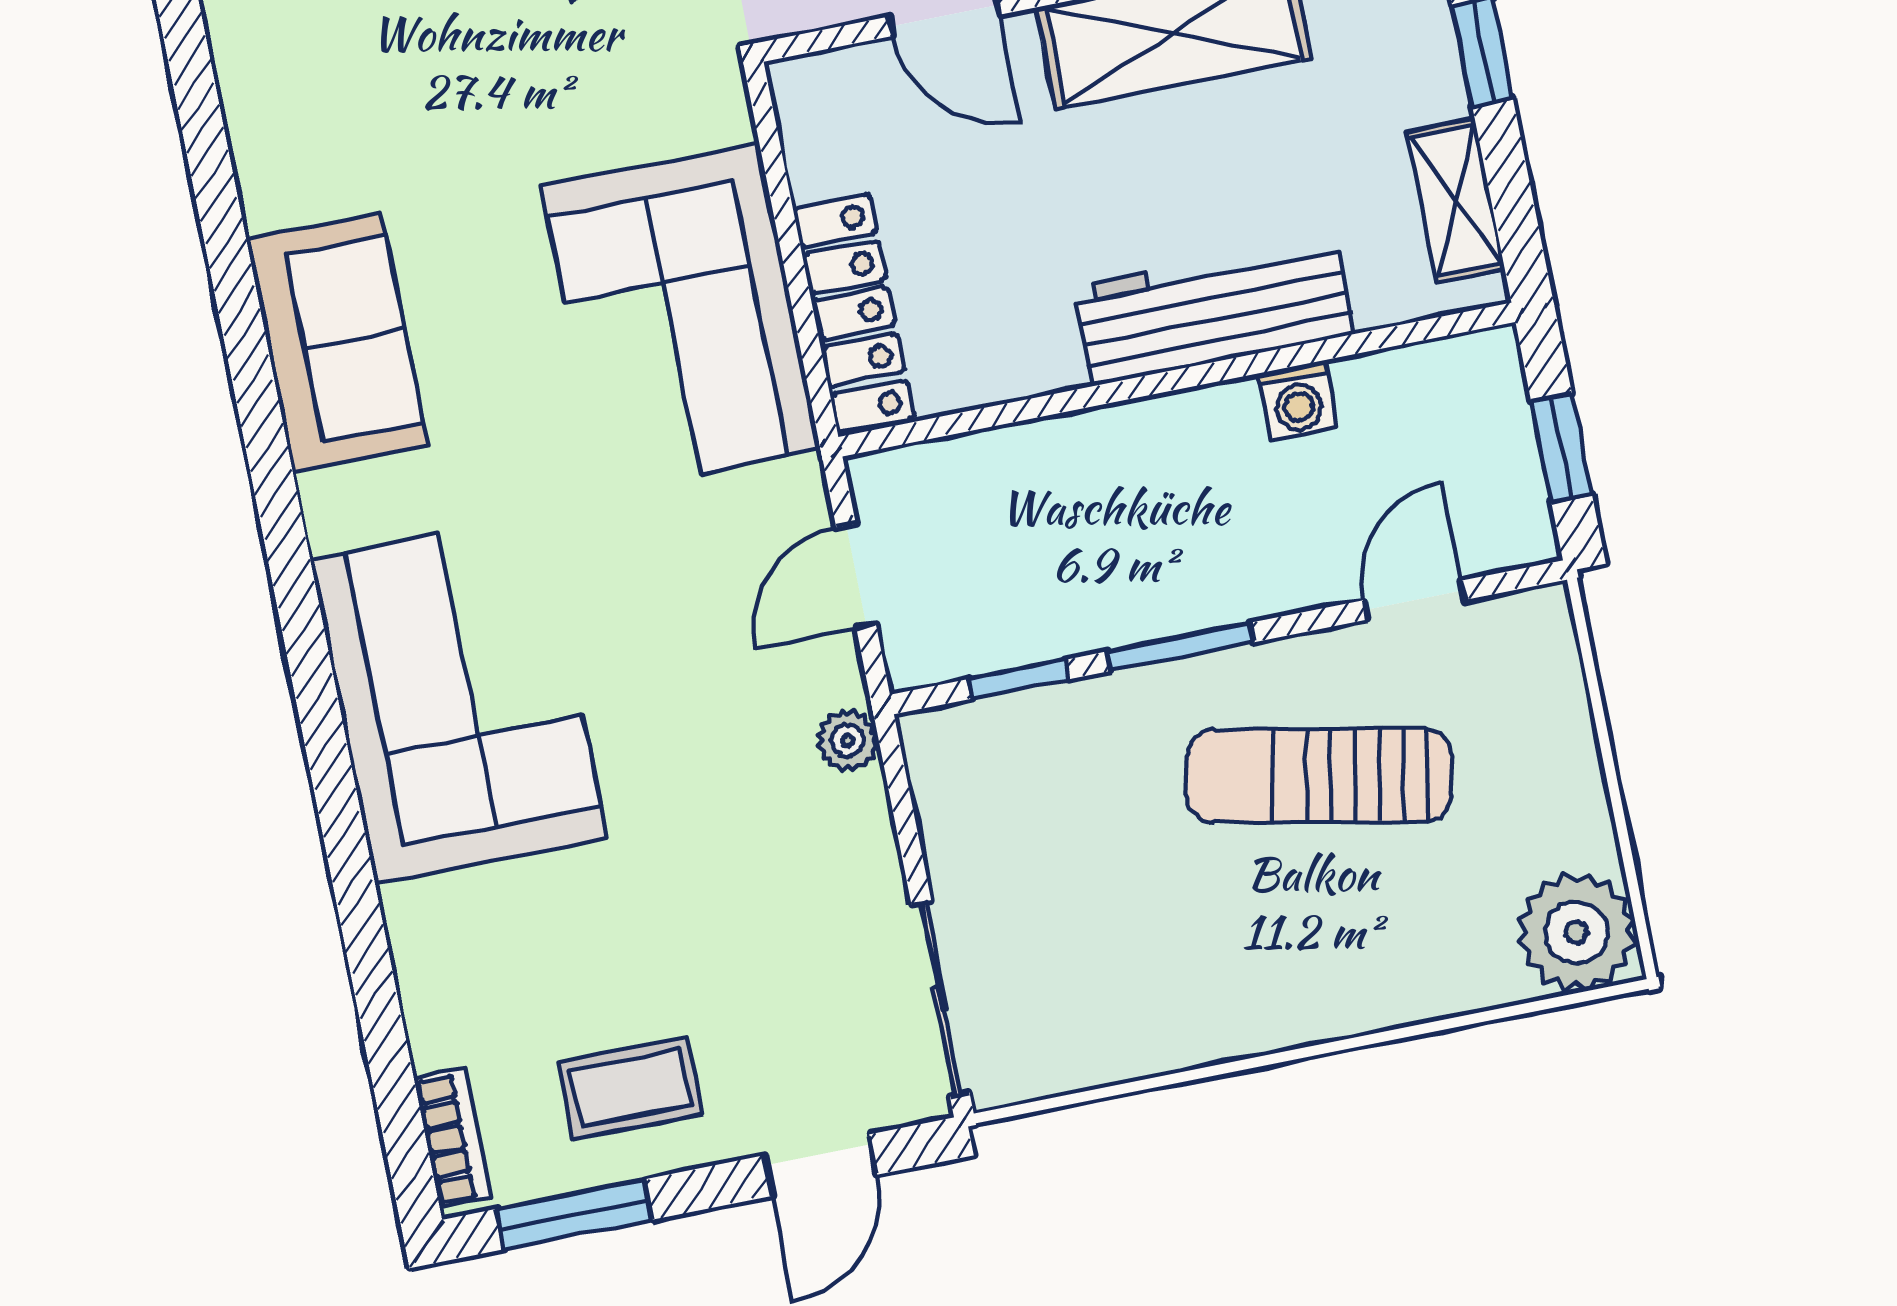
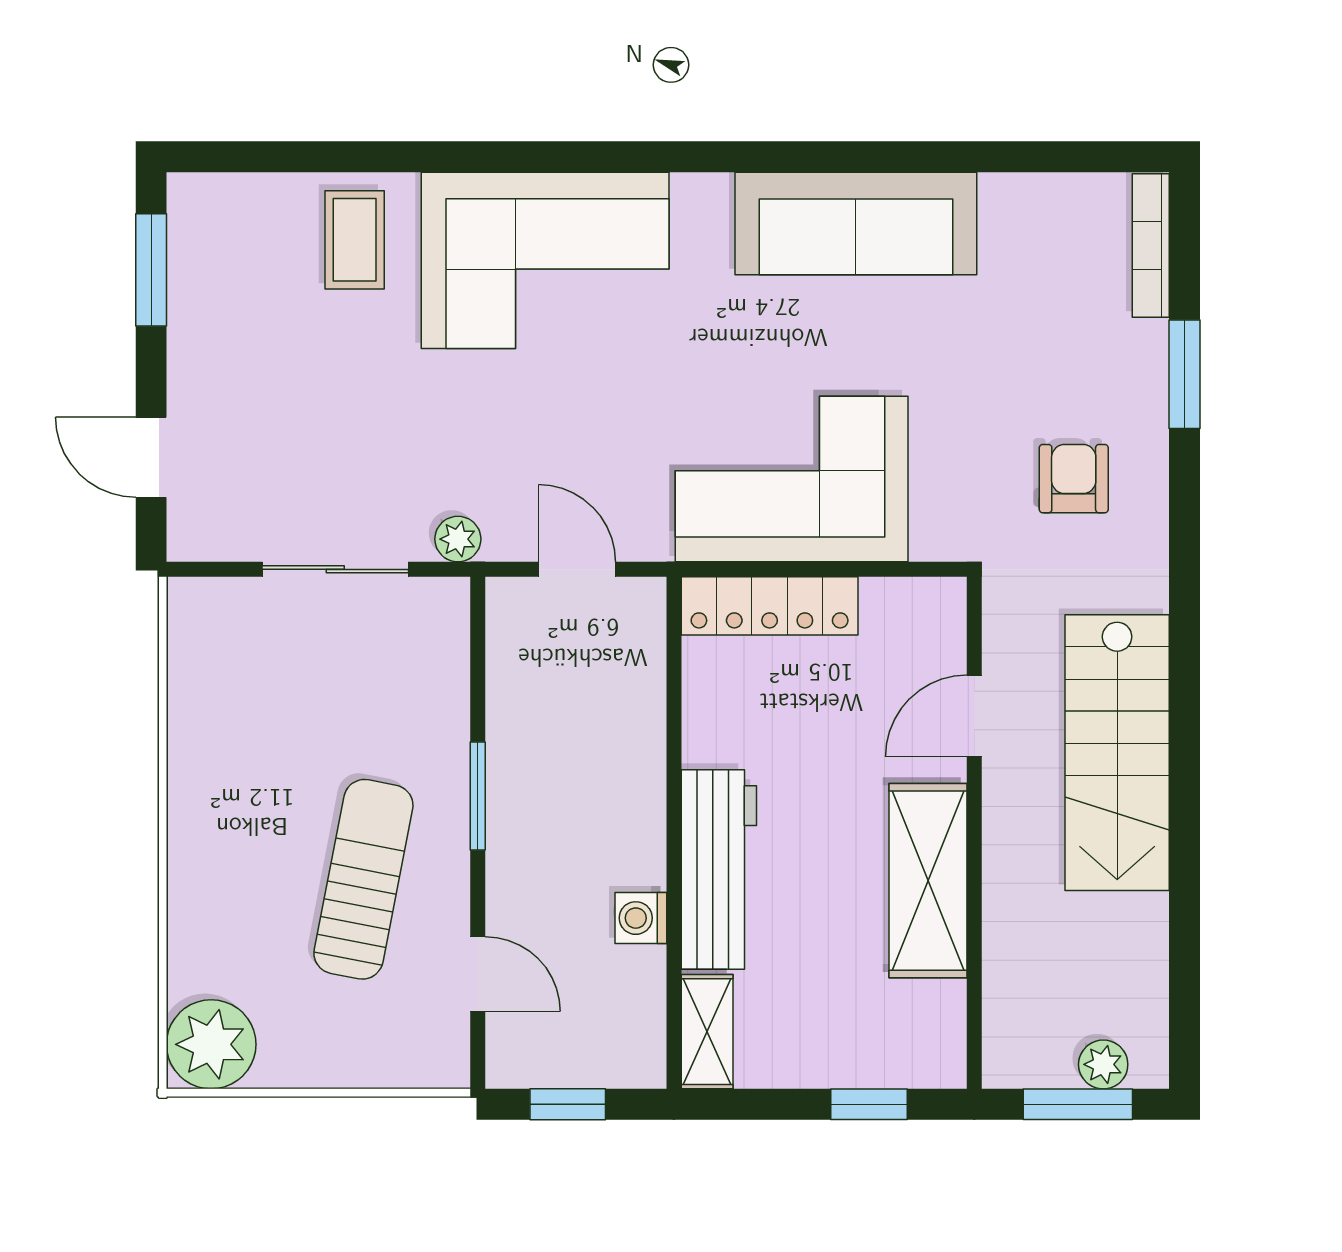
shelving: (1456, 200) -> (707, 1032), moved, turned 90
sofa: (337, 342) -> (856, 223), width x1.36
window: (1018, 679) -> (478, 673), removed
sliding door: (941, 999) -> (335, 569), moved
coffee table: (631, 1088) -> (355, 240), moved
bookcase: (453, 1138) -> (225, 192), removed

